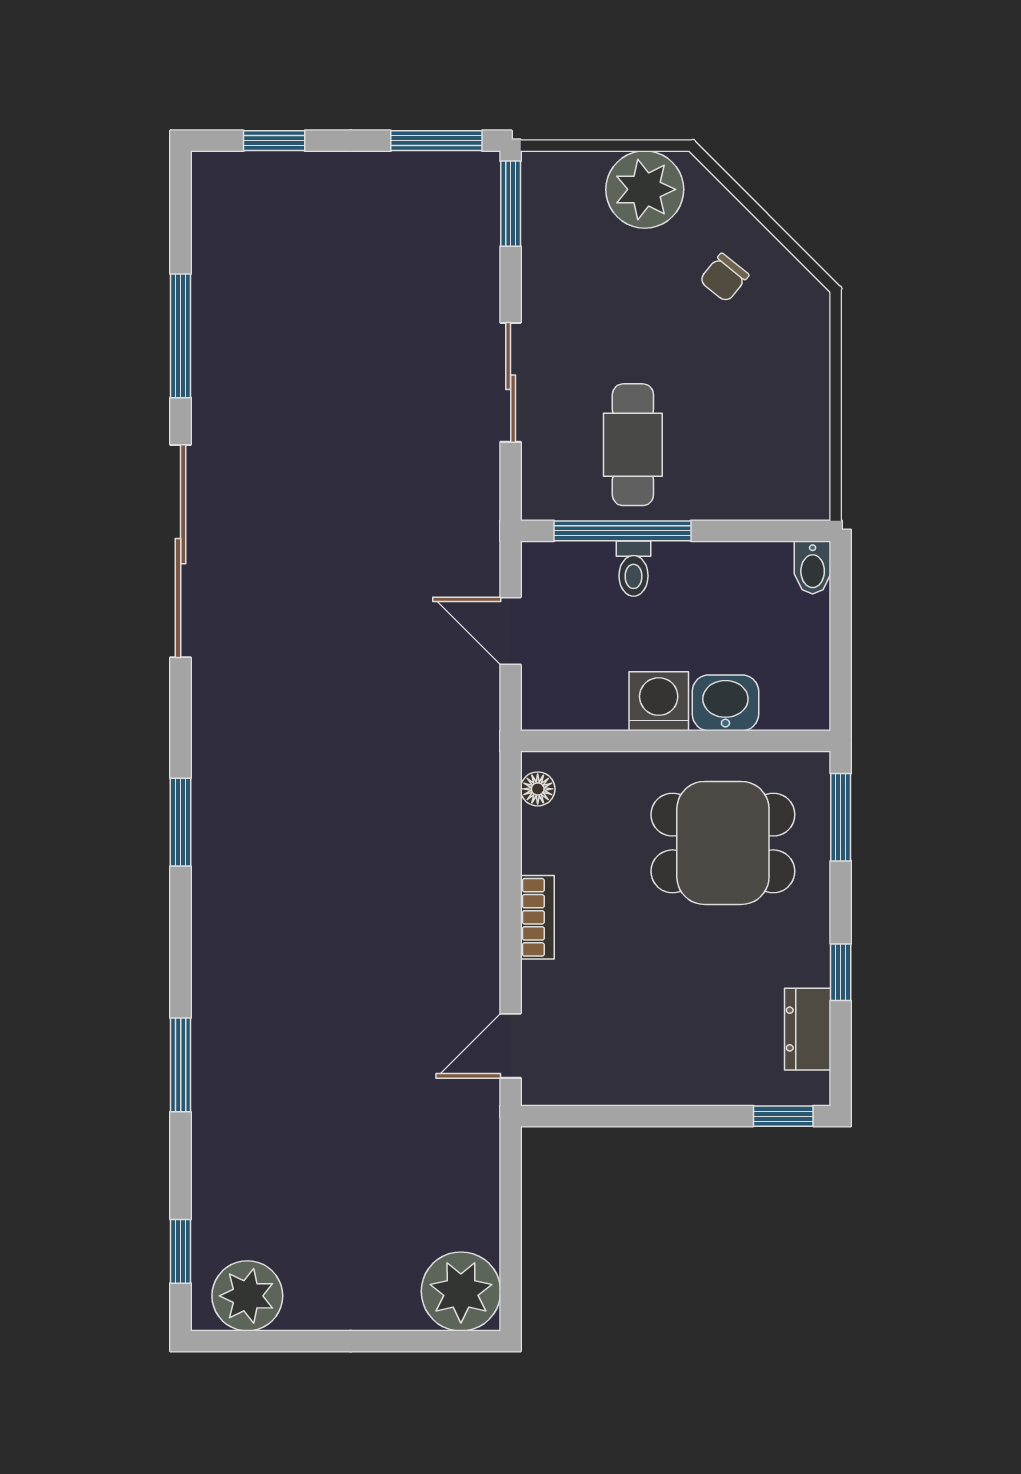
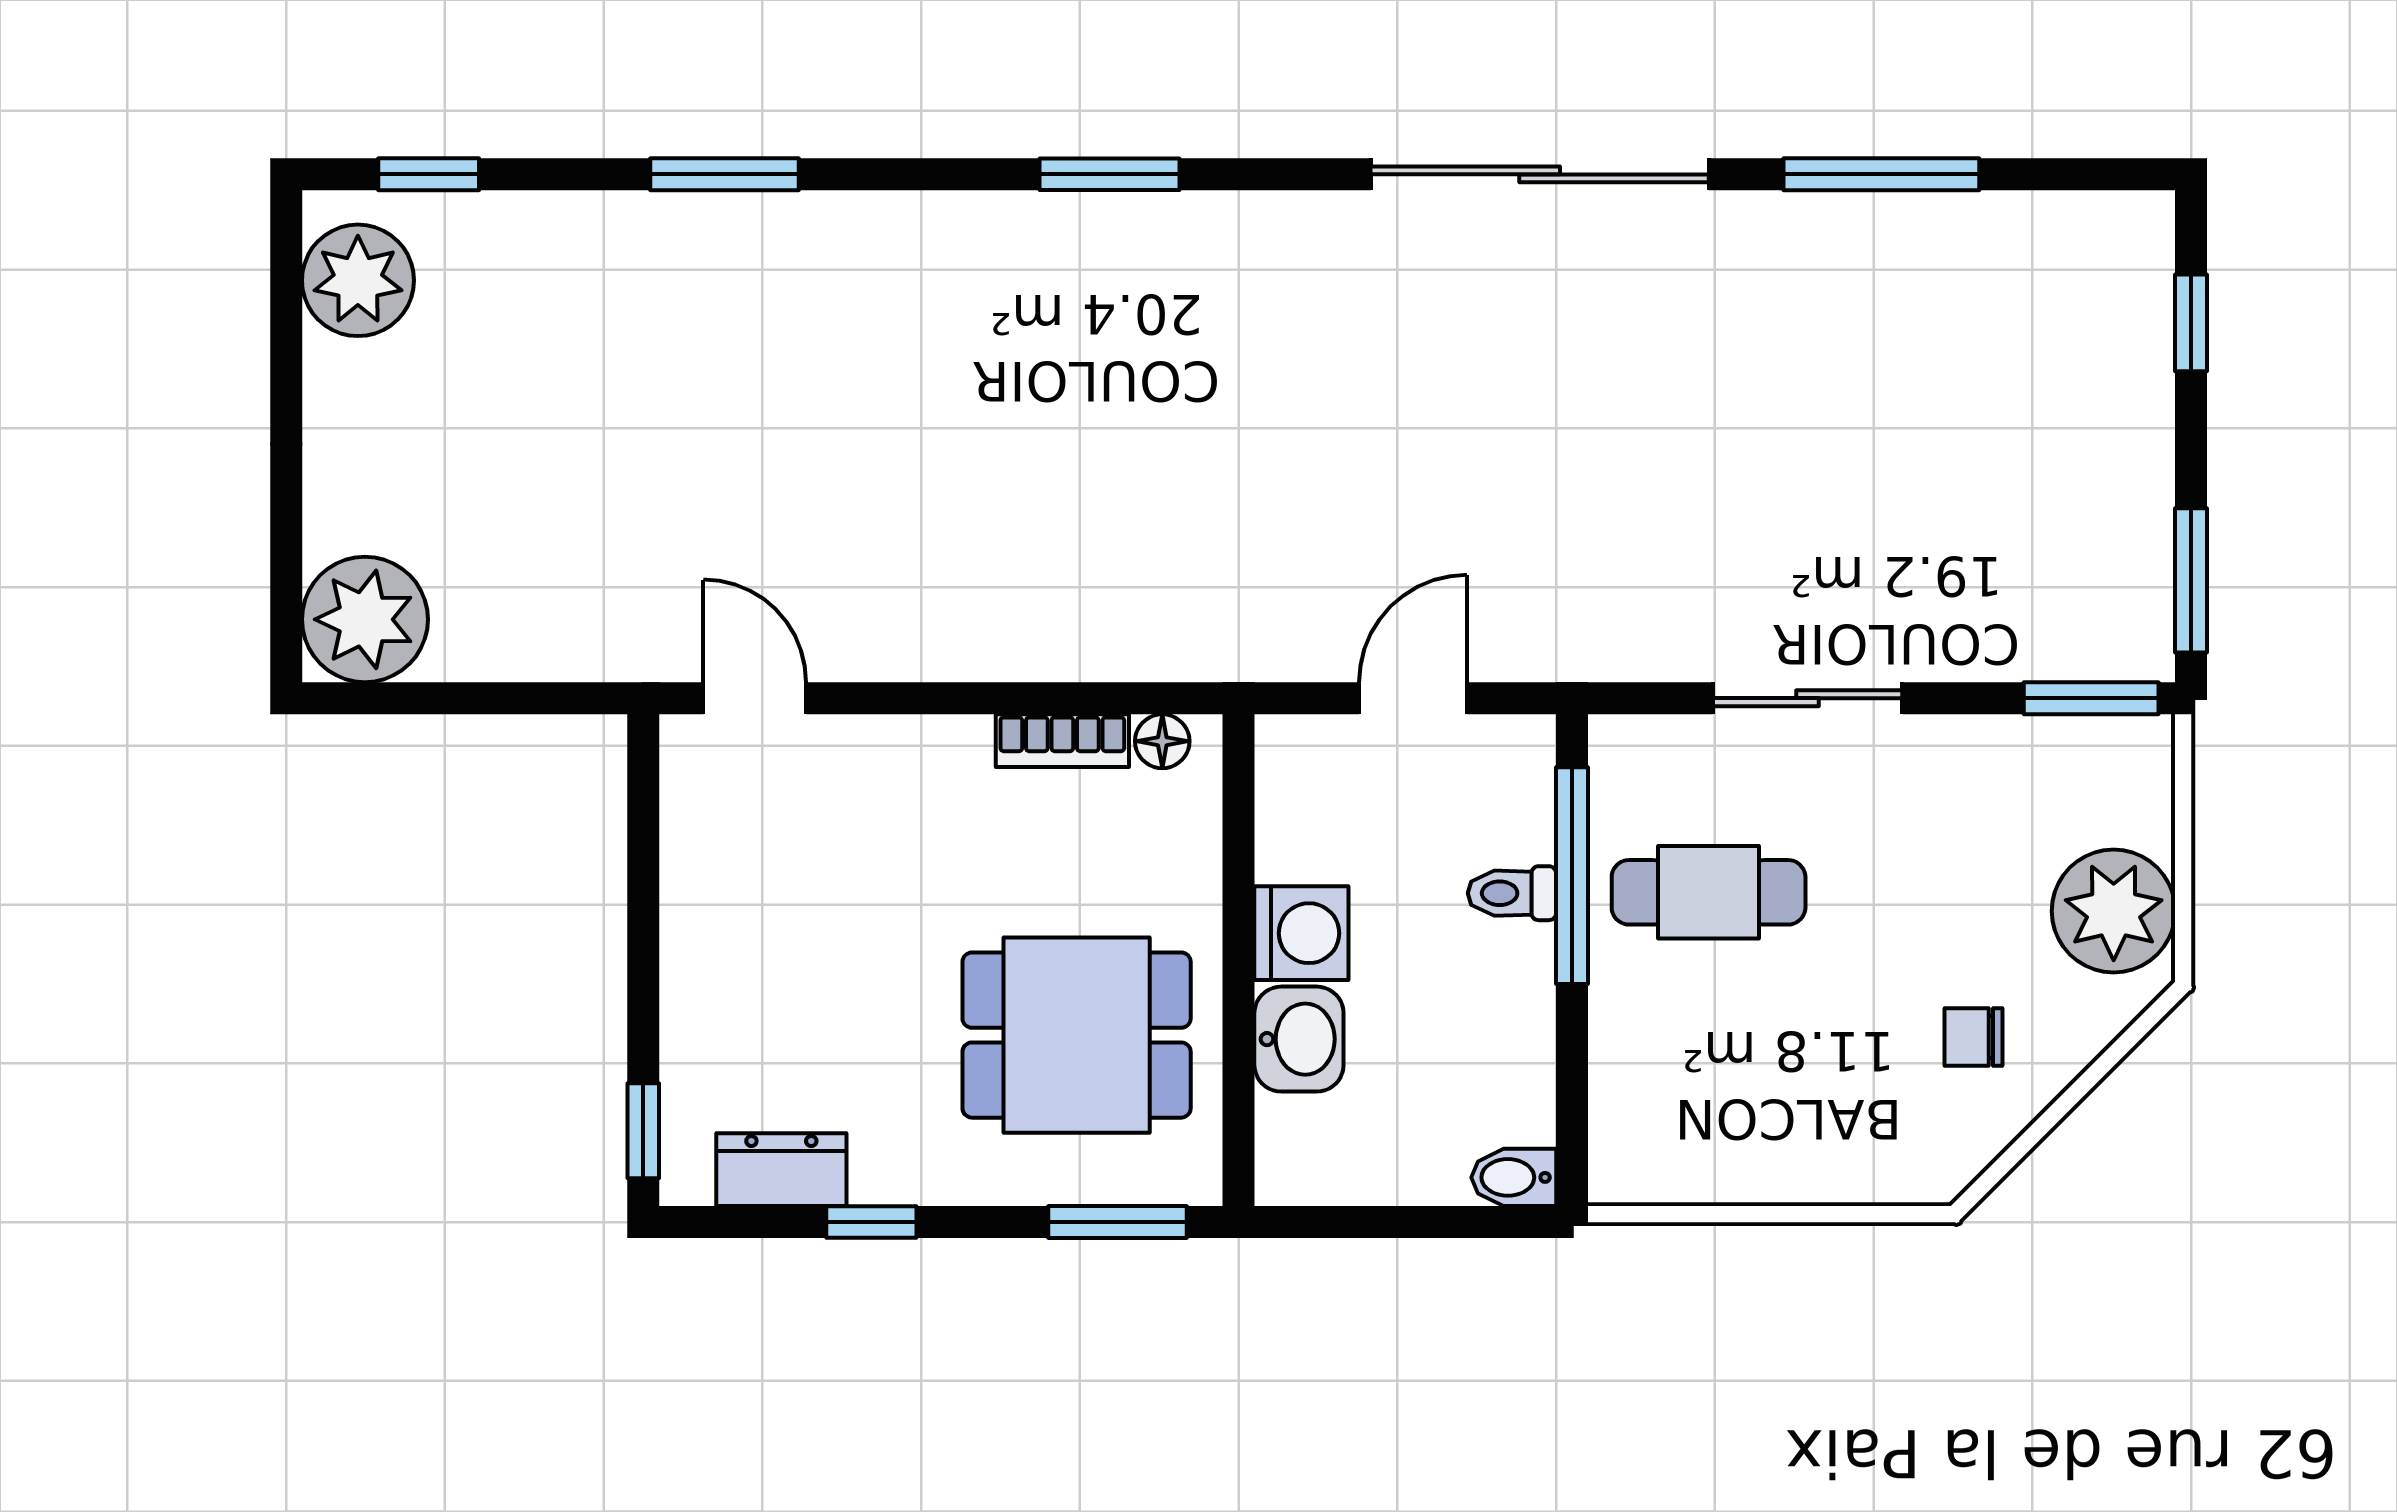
chair: (724, 278) -> (1974, 1037), turned -39
dining table: (723, 843) -> (1077, 1035), turned 90
bookcase: (537, 917) -> (1062, 741), moved

